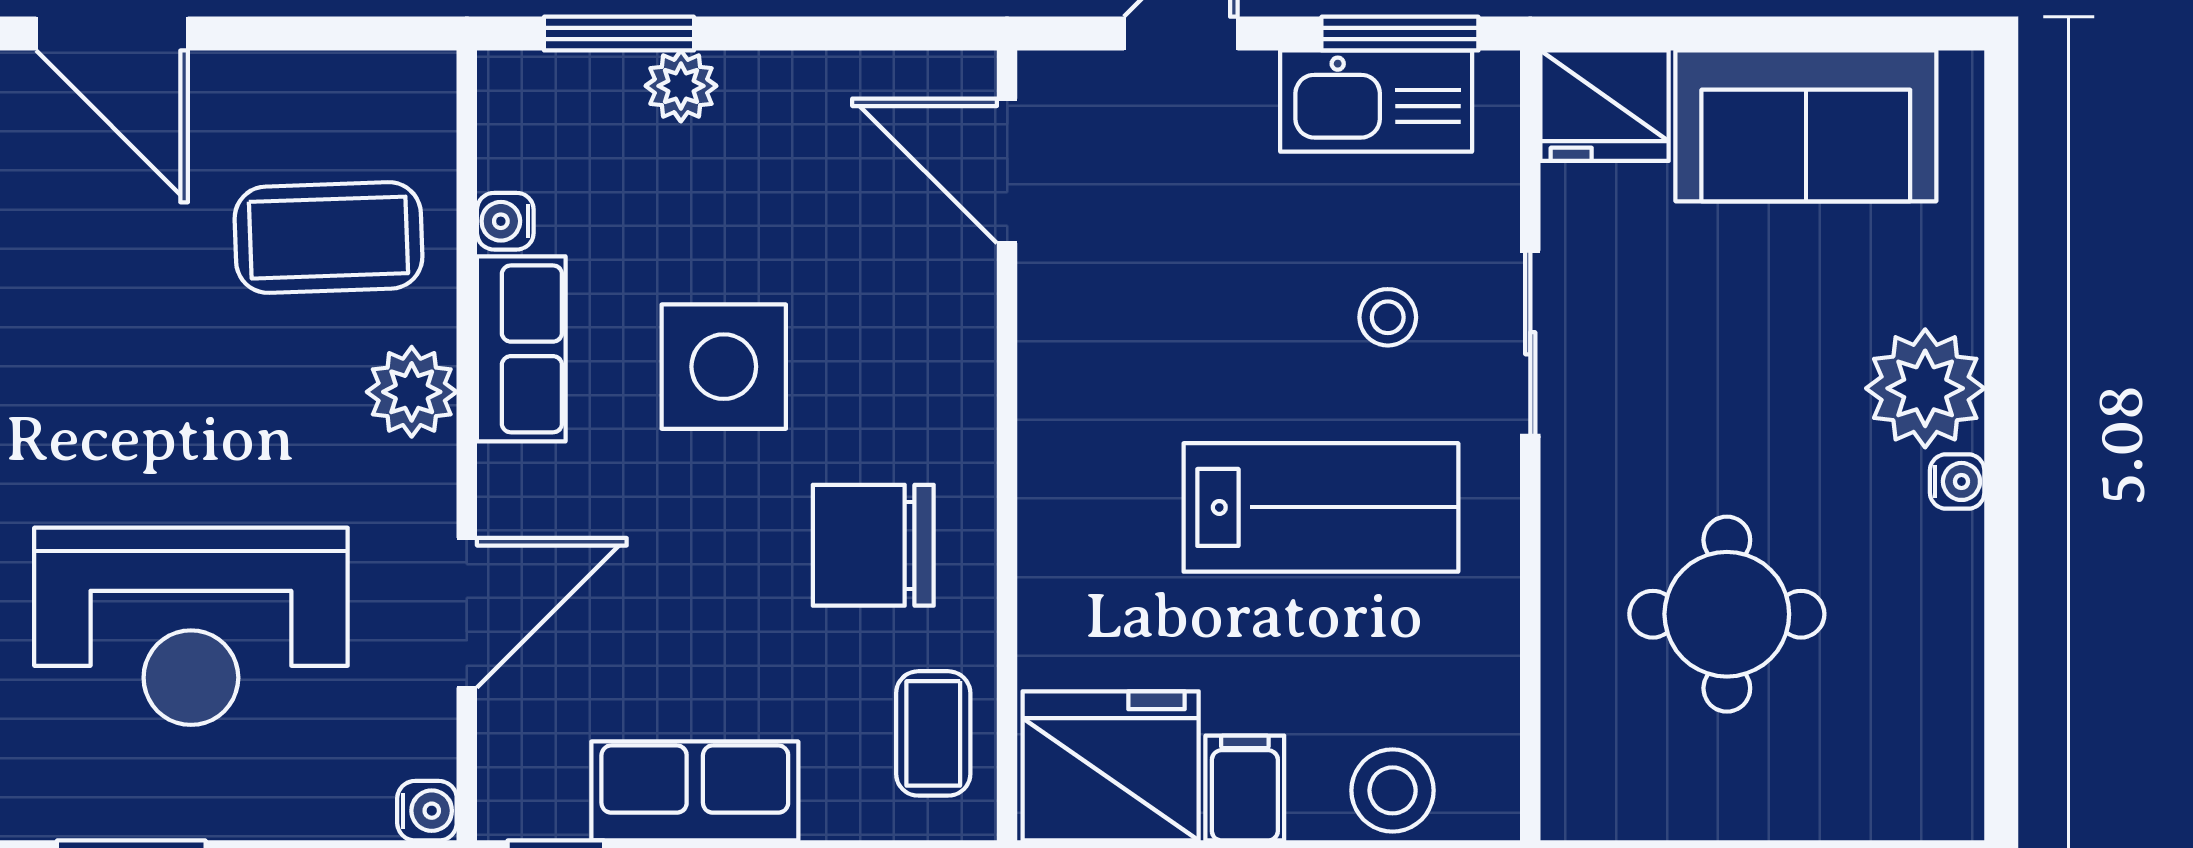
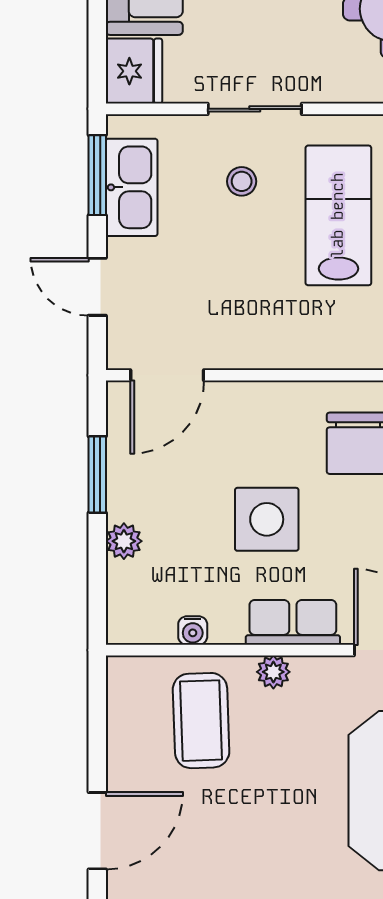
window: (619, 34) -> (97, 475), moved
row of seats: (521, 349) -> (293, 622), moved
plant: (412, 392) -> (273, 672), width x0.73, depth x0.73

